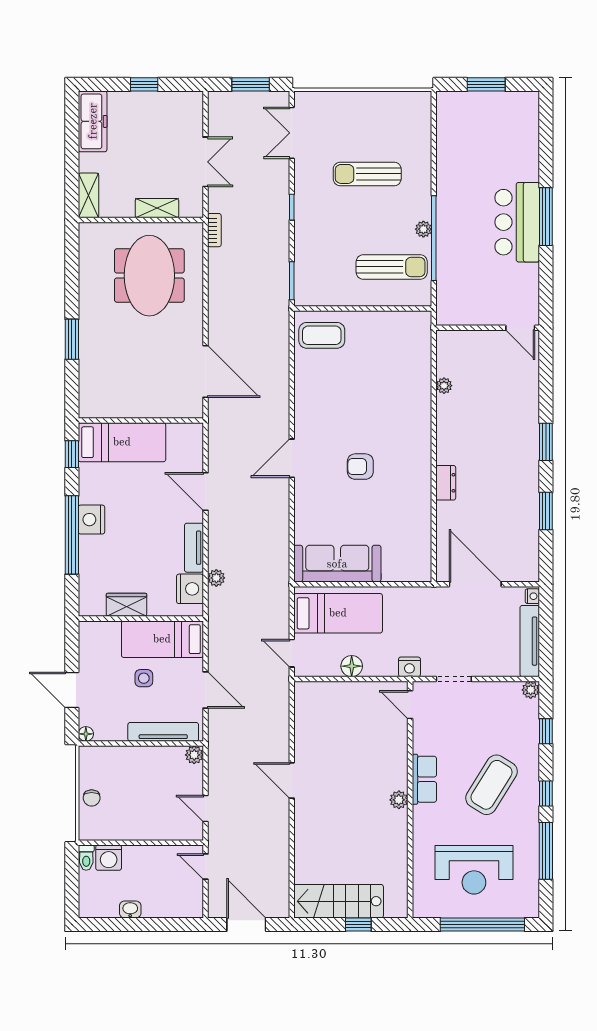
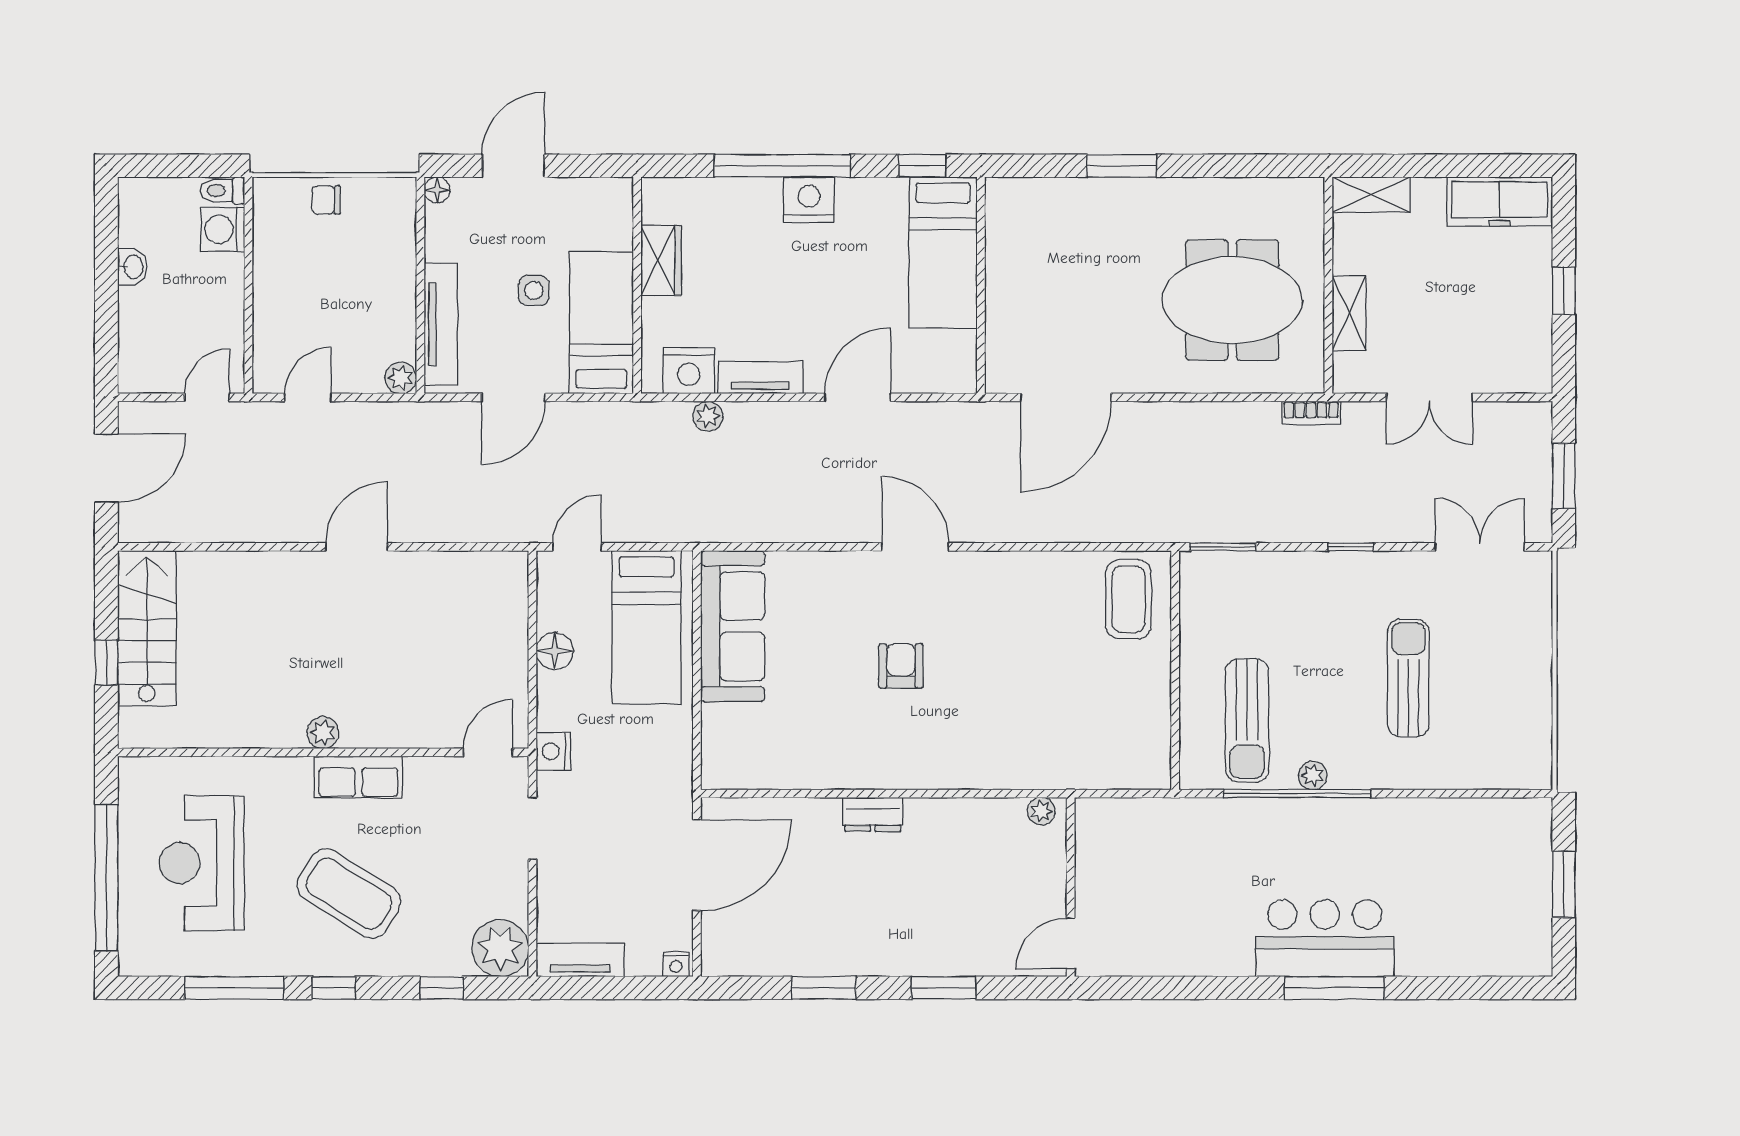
wall: (488, 328) -> (1071, 887), moved
door: (520, 328) -> (1071, 943), moved
tv unit: (530, 641) -> (580, 960), width x0.71
plant: (531, 690) -> (500, 948), width x1.88, depth x1.88

